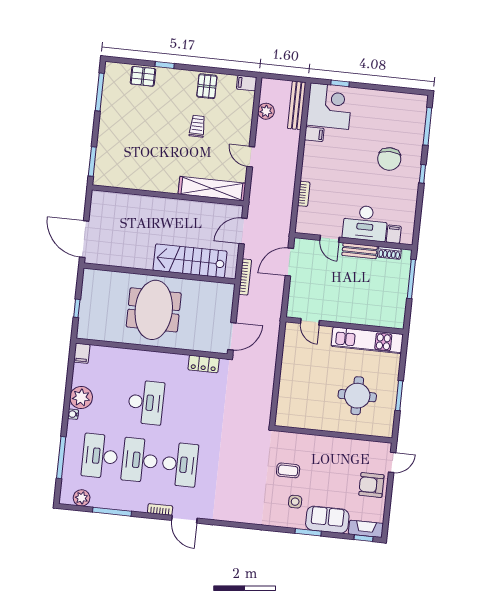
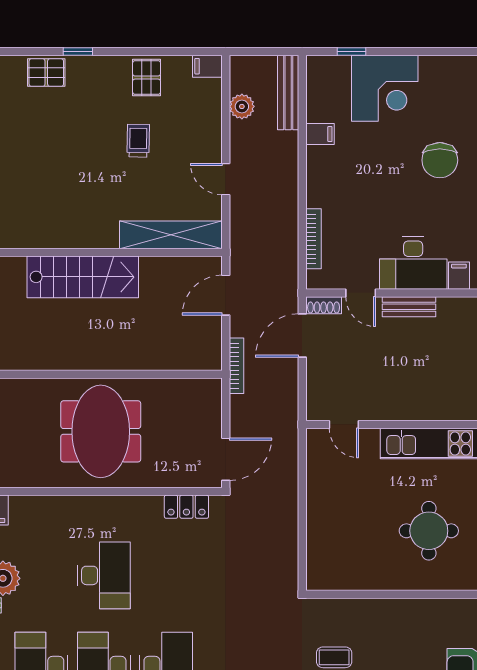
corner desk: (329, 106) -> (385, 88), moved, turned 90
bookcase: (304, 194) -> (313, 239), width x1.56
shoe rack: (389, 253) -> (324, 305), moved
stairs: (190, 261) -> (83, 277), moved, turned 180

